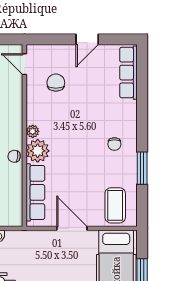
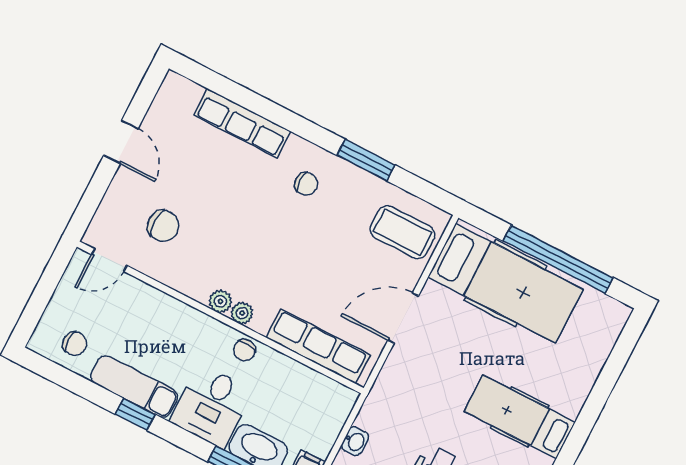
row of seats: (128, 73) -> (242, 123), moved
chair: (56, 83) -> (163, 226), turned 180
plant: (38, 151) -> (242, 313), width x0.53, depth x0.53

